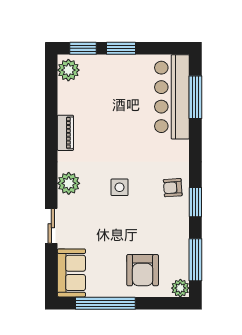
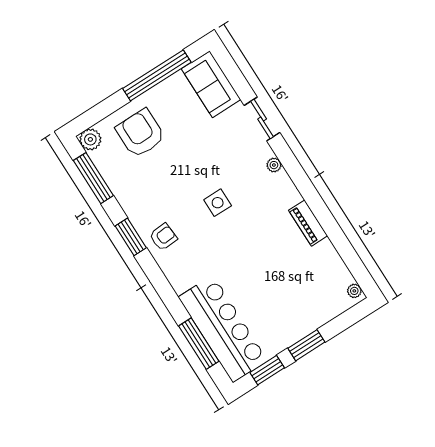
window: (83, 48) -> (267, 370), moved
plant: (68, 70) -> (354, 291), width x0.53, depth x0.53
plant: (69, 183) -> (274, 165), width x0.53, depth x0.53

